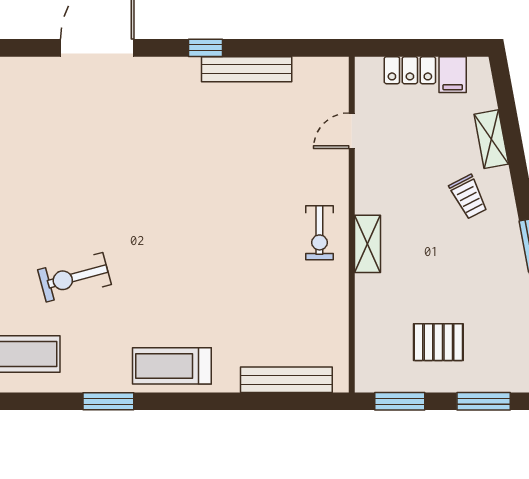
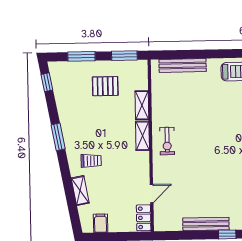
locker: (410, 70) -> (144, 218), moved, turned -90
trolley: (469, 197) -> (91, 161), turned 117
exercise bike: (319, 233) -> (167, 141), turned 180
shelving: (367, 304) -> (142, 105), added

